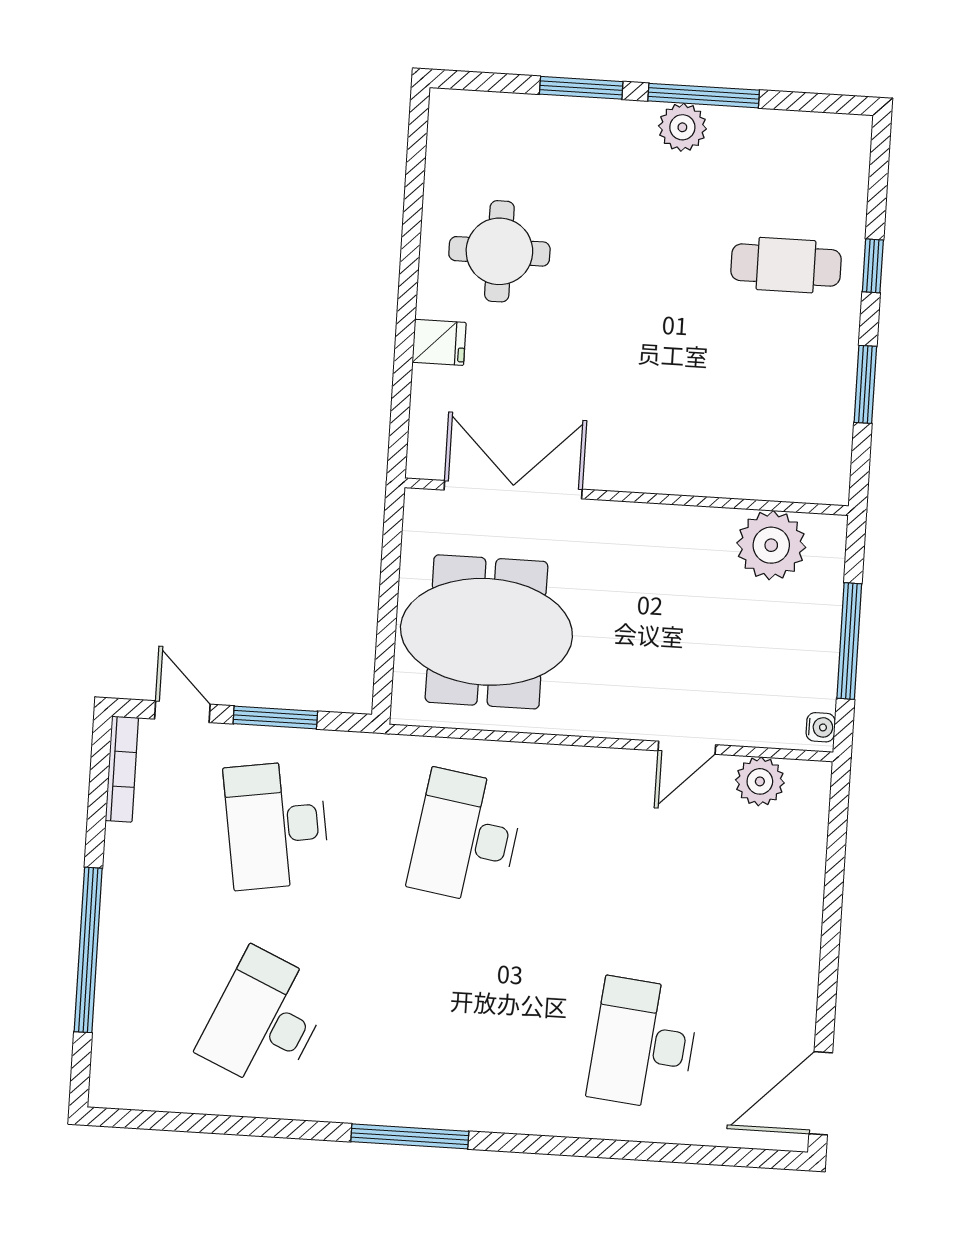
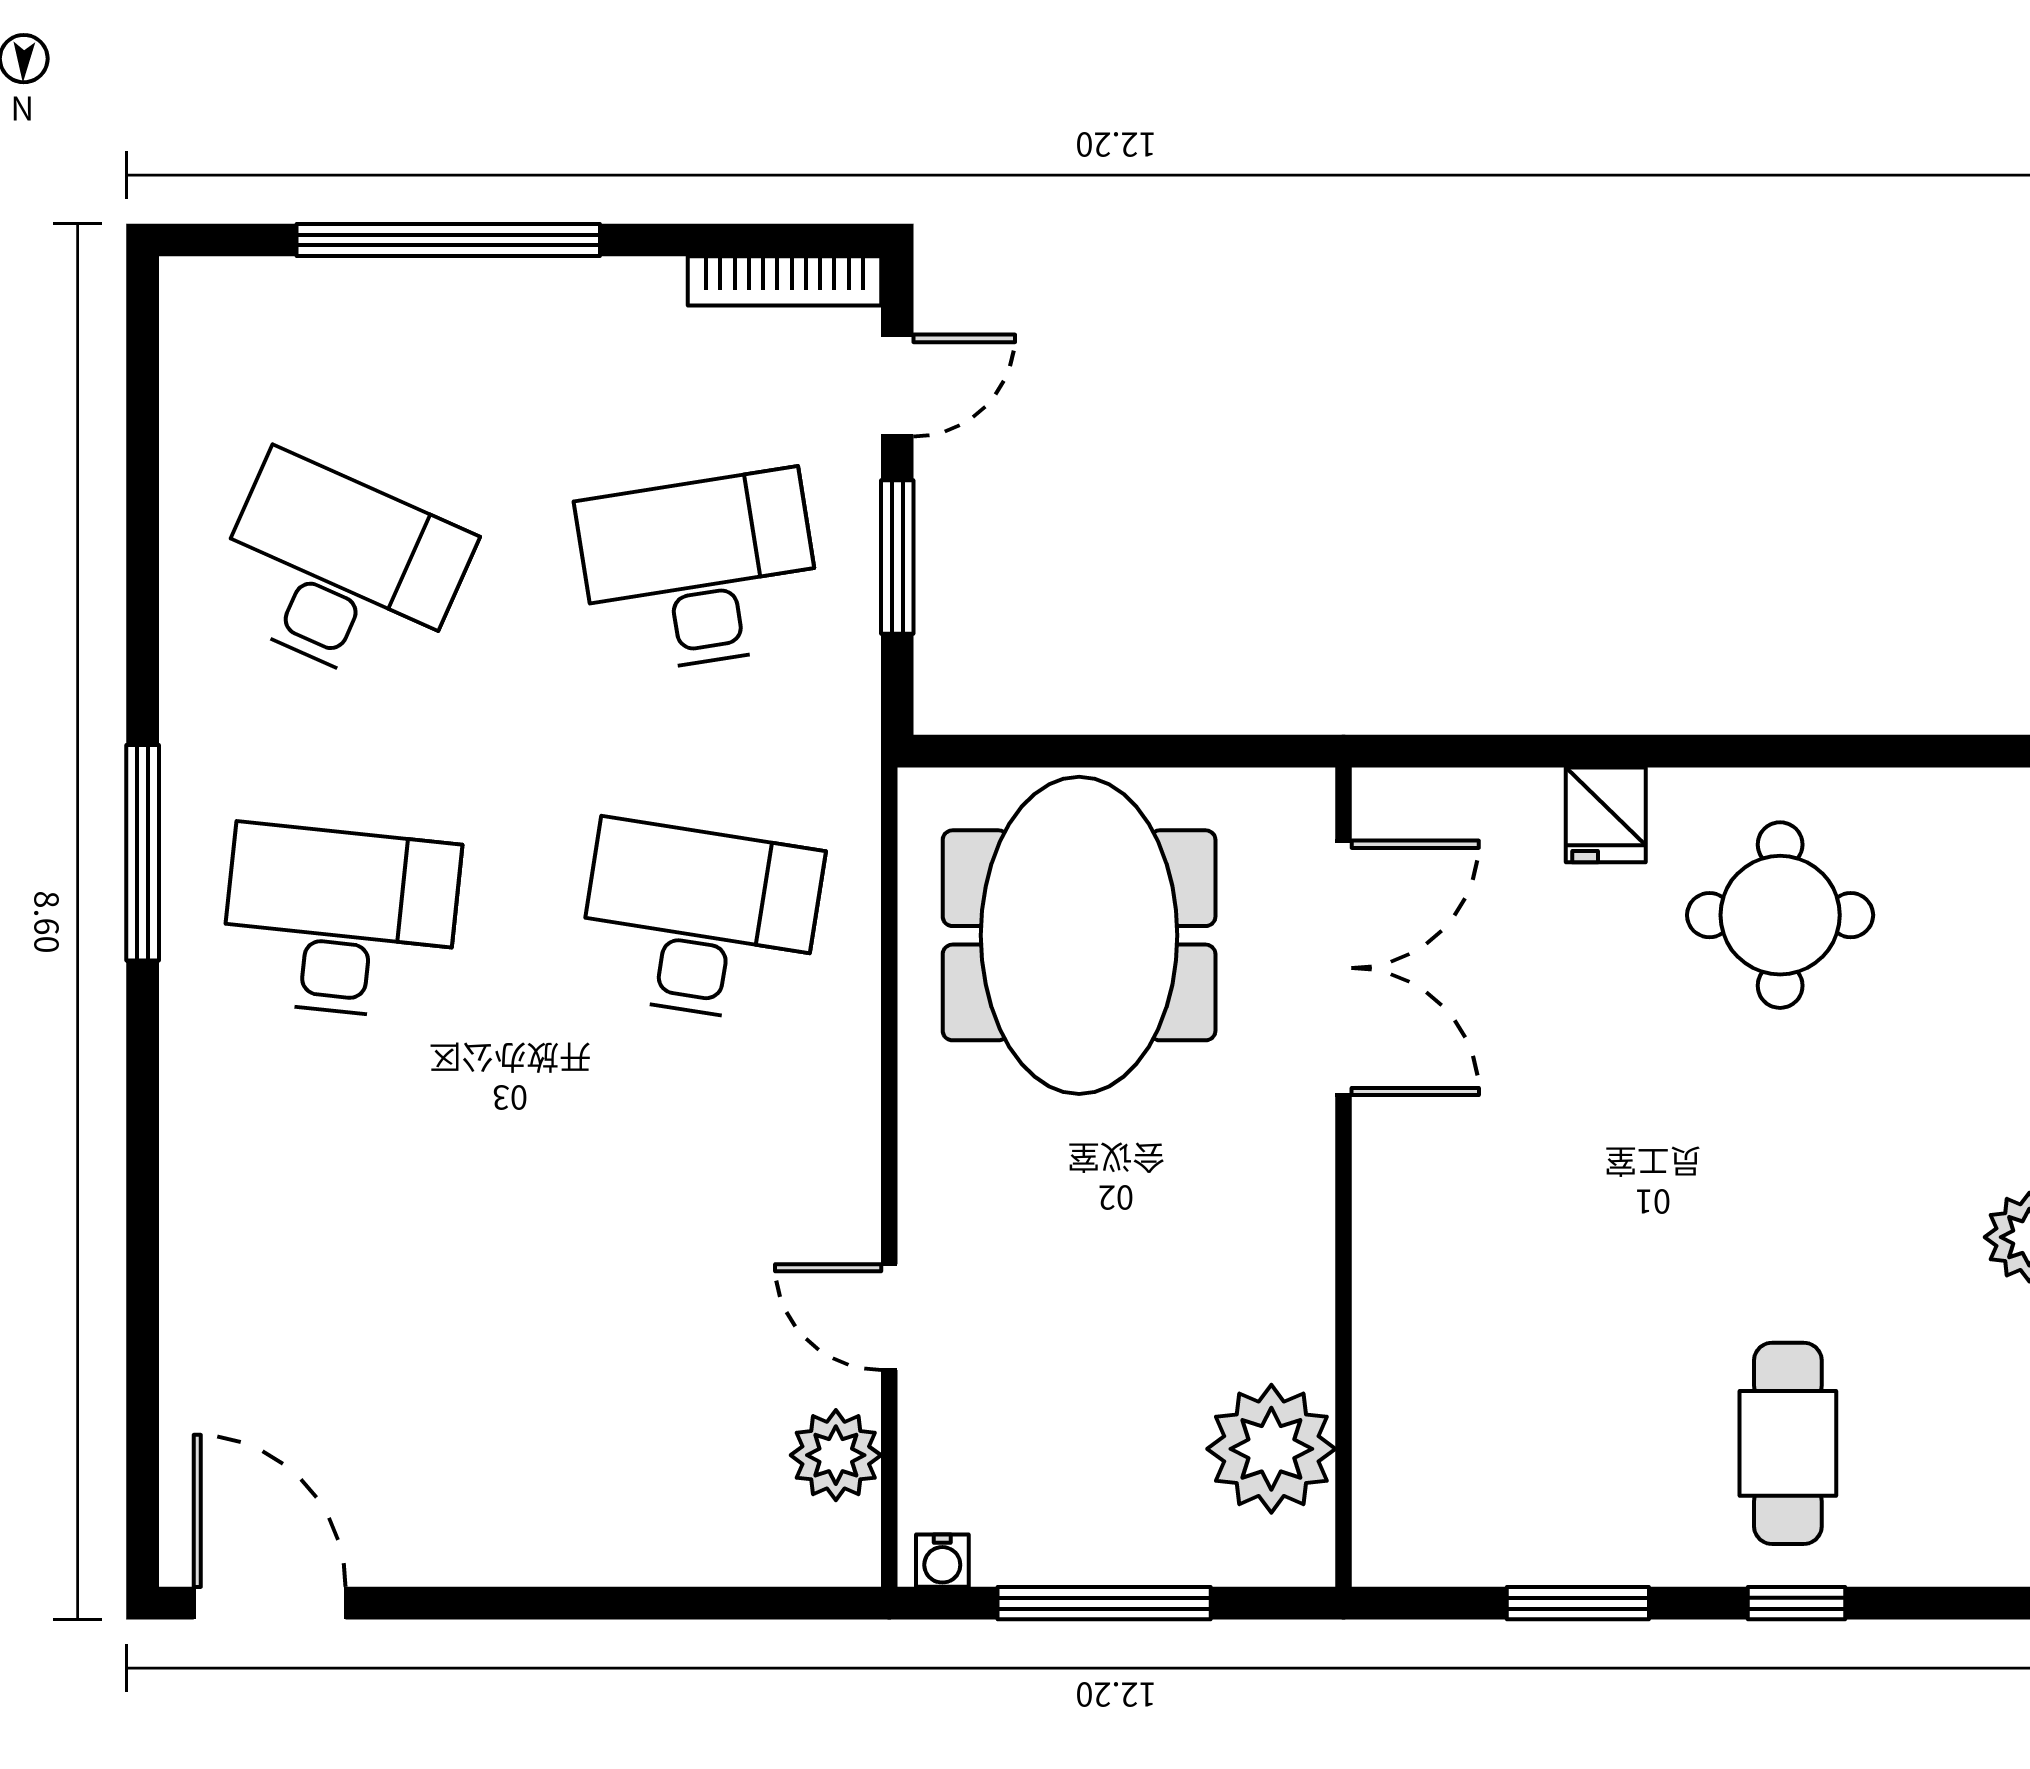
desk: (643, 1044) -> (340, 922), moved

